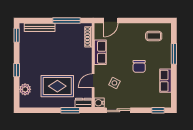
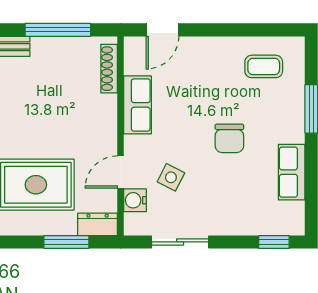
water cooler: (99, 103) -> (135, 200), moved

